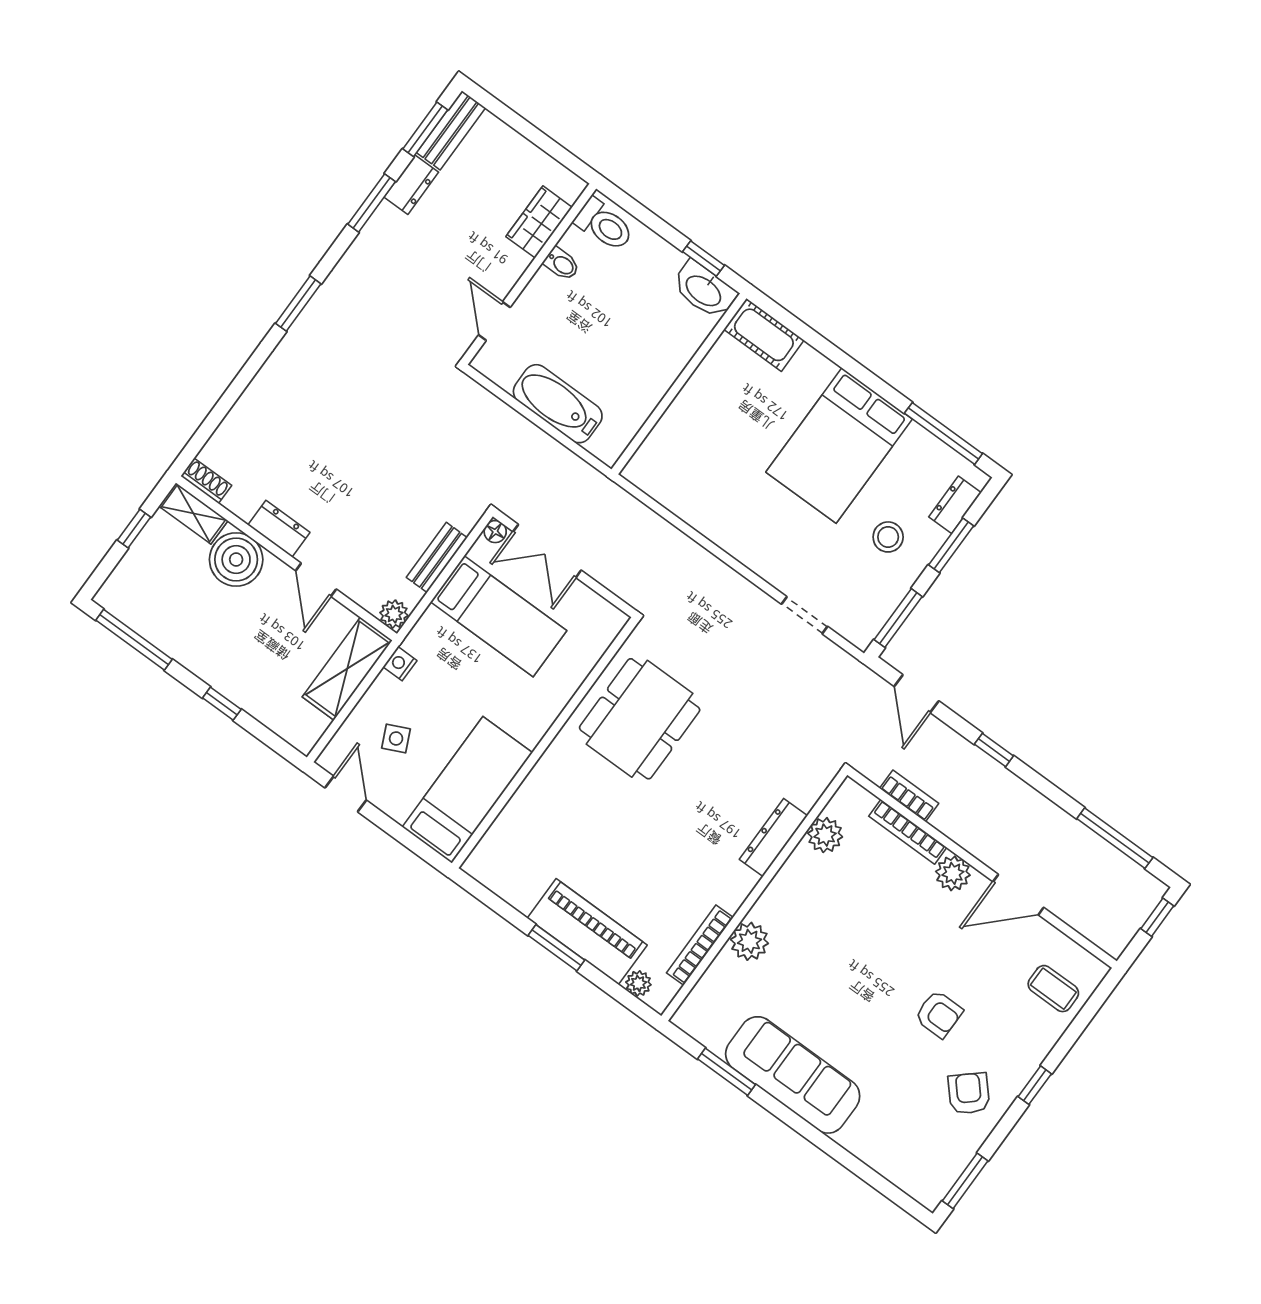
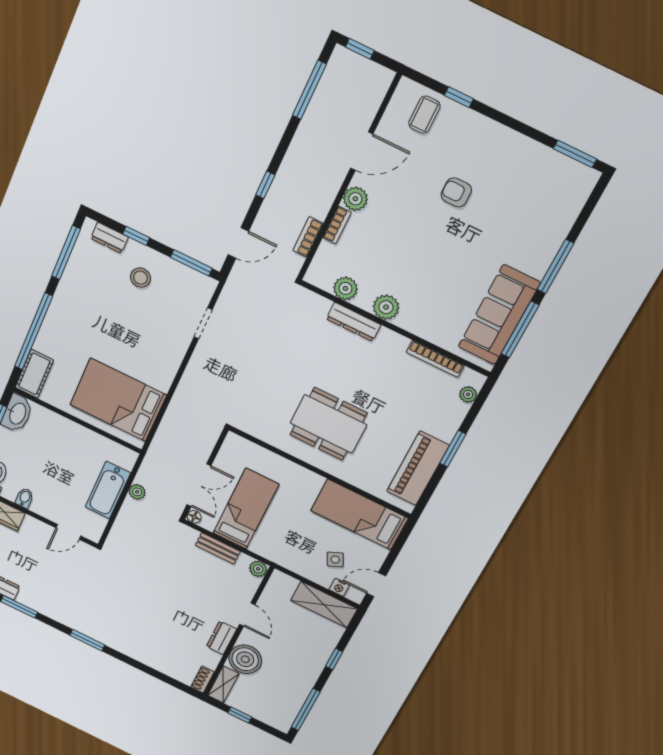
window: (831, 351) -> (33, 331), added
bed: (839, 446) -> (118, 400), moved, turned 180
plant: (549, 450) -> (137, 492), added
window: (951, 545) -> (136, 236), width x0.67
door: (316, 580) -> (247, 615), hinge flipped
nightstand: (400, 664) -> (339, 587), moved
shelving: (347, 669) -> (324, 605), moved
dining table: (640, 719) -> (328, 424), moved
bookcase: (908, 832) -> (337, 225), width x0.64
door: (1018, 895) -> (362, 151), hinge flipped
piano: (587, 932) -> (418, 468), moved
plant: (749, 941) -> (386, 307), moved
armchair: (939, 1014) -> (456, 192), turned -90
window: (727, 1072) -> (520, 329), width x1.44
sofa: (793, 1075) -> (499, 315), moved
window: (1035, 1085) -> (459, 97), moved
armchair: (969, 1093) -> (510, 162), removed
window: (811, 1134) -> (556, 267), added

